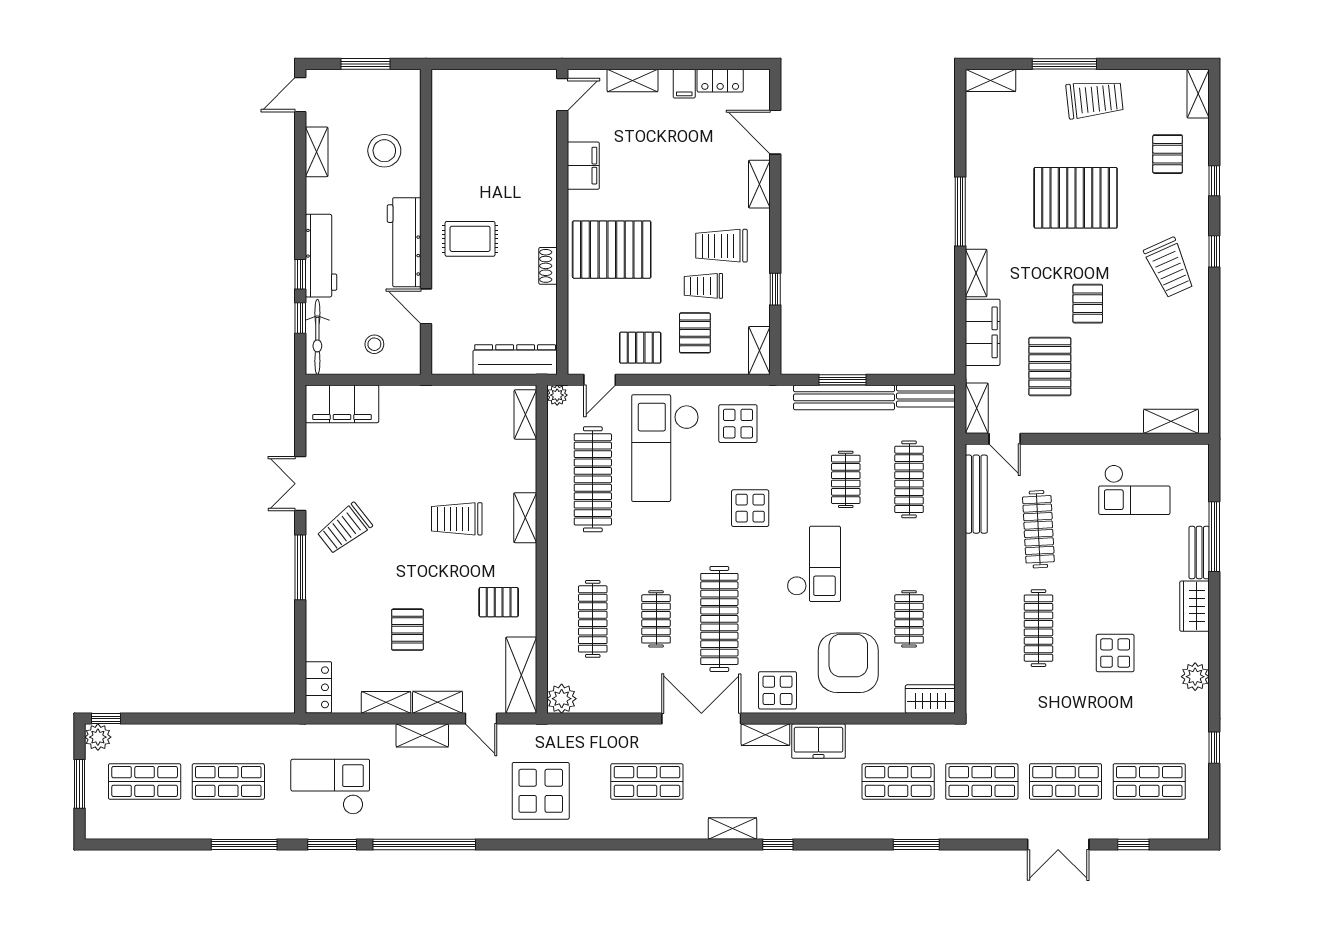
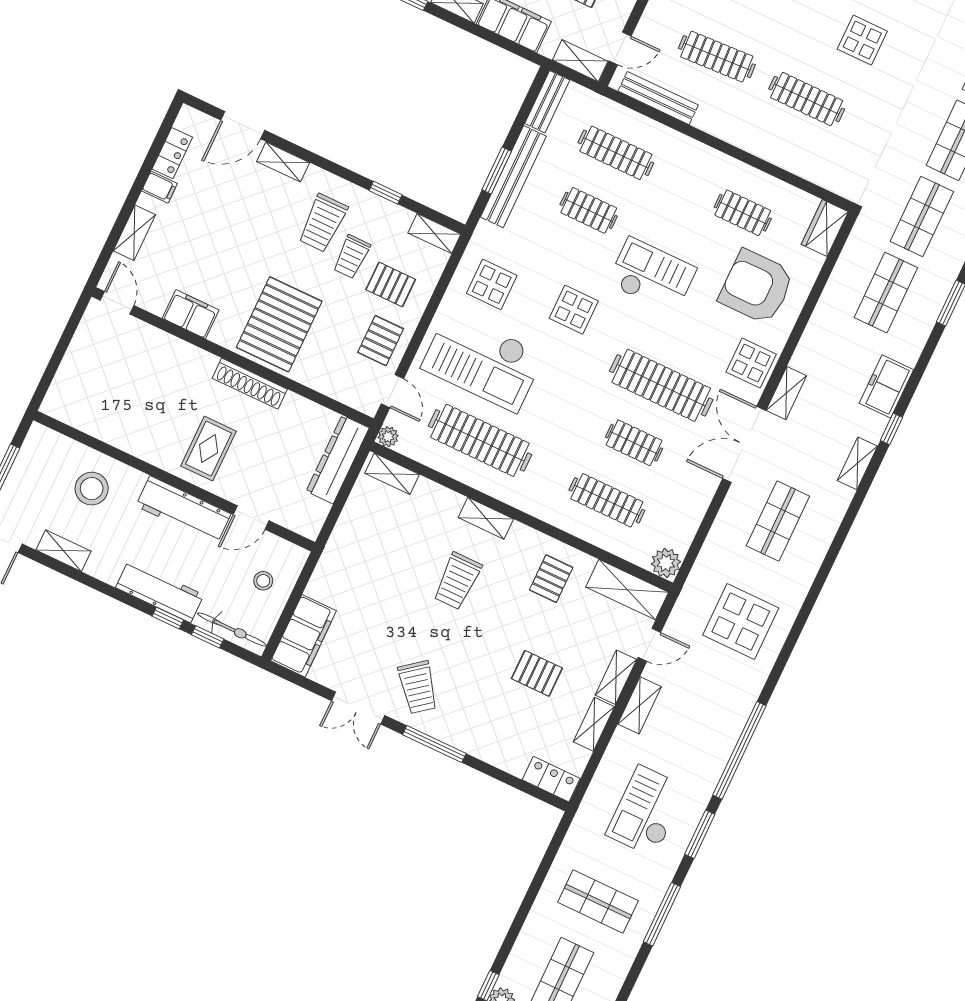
shoe rack: (548, 266) -> (250, 384), width x1.94, depth x1.24
freezer: (819, 741) -> (886, 386), moved, turned 180
shop shelf: (228, 782) -> (598, 902), turned 90

